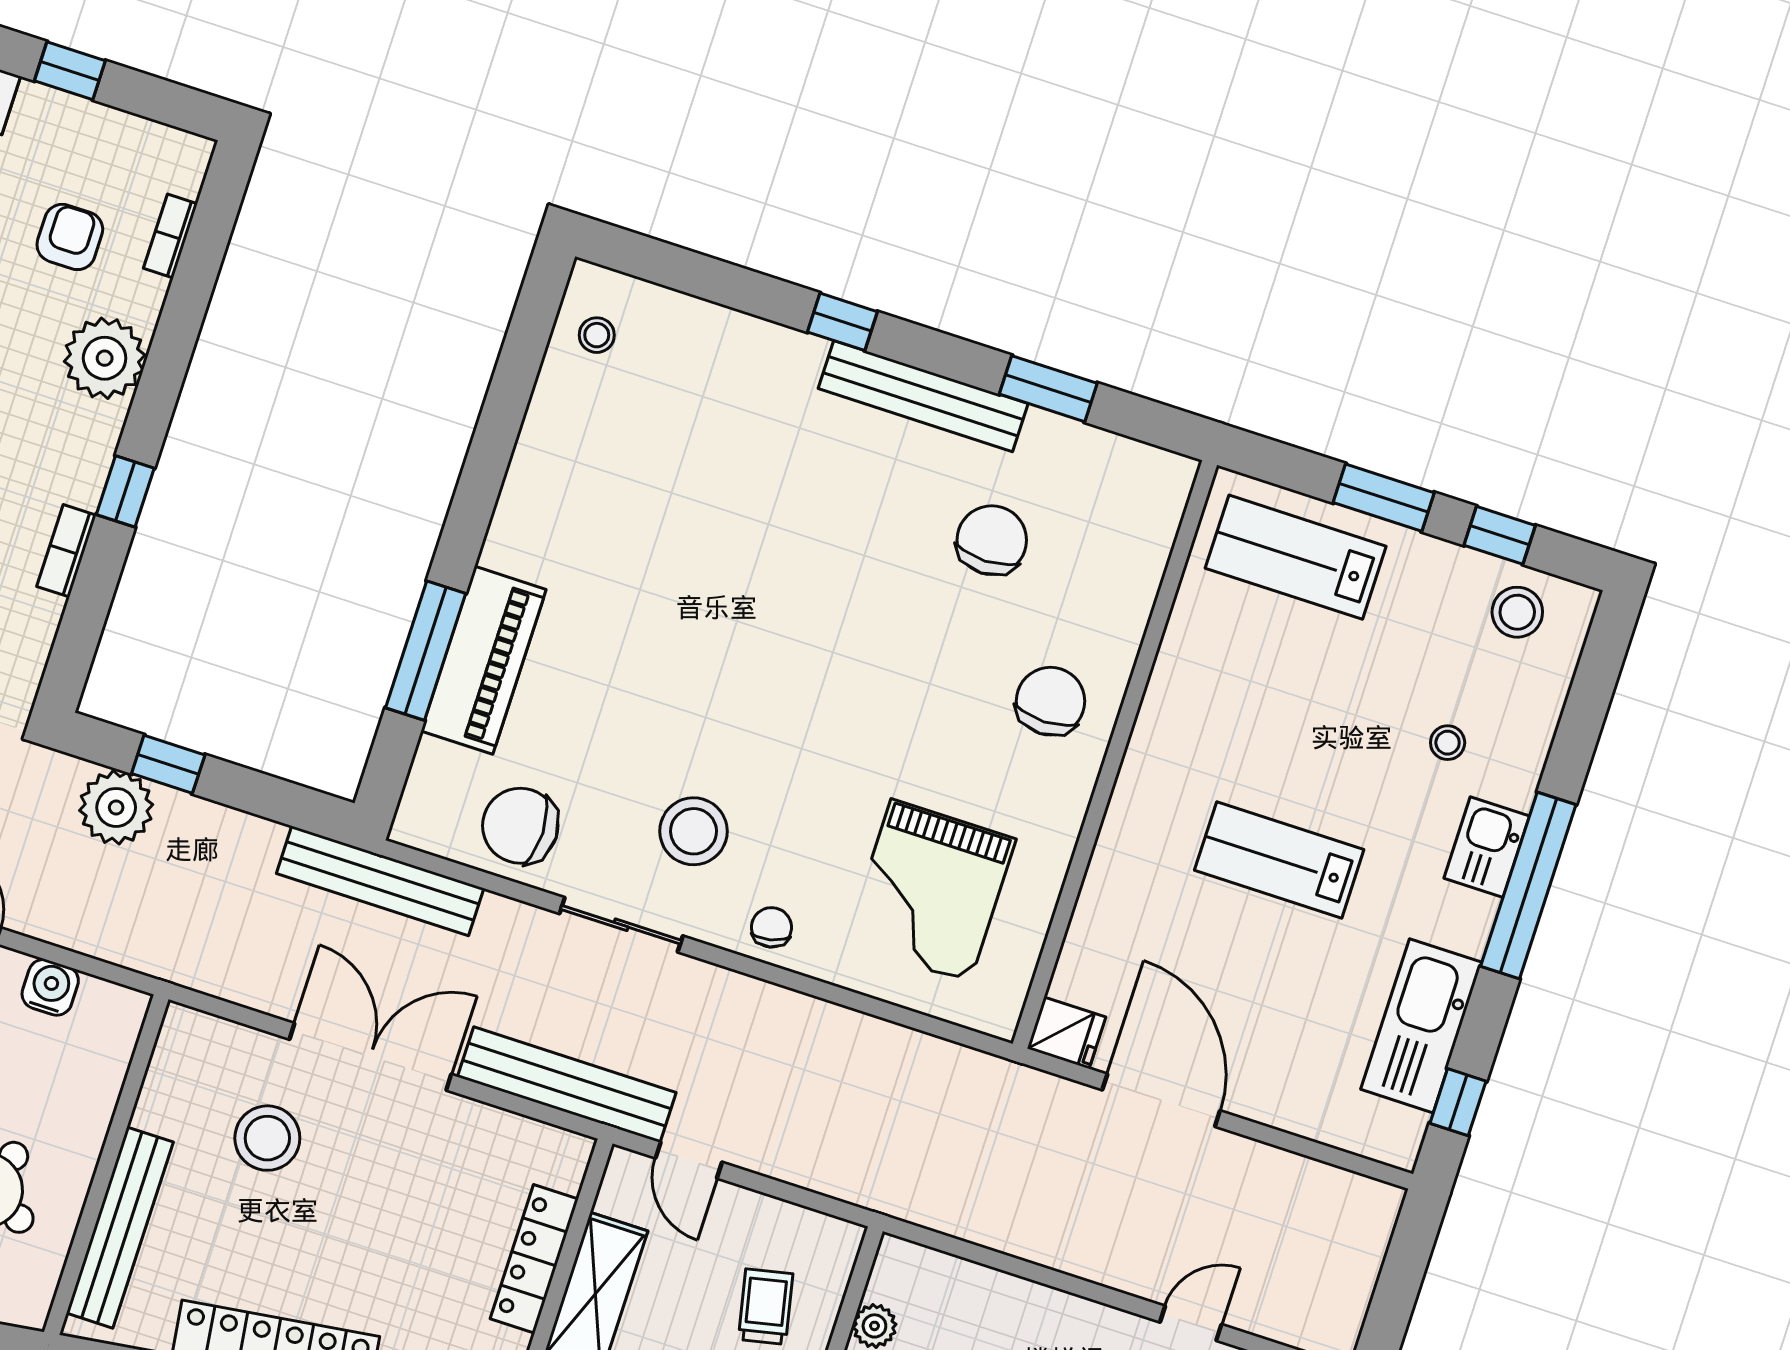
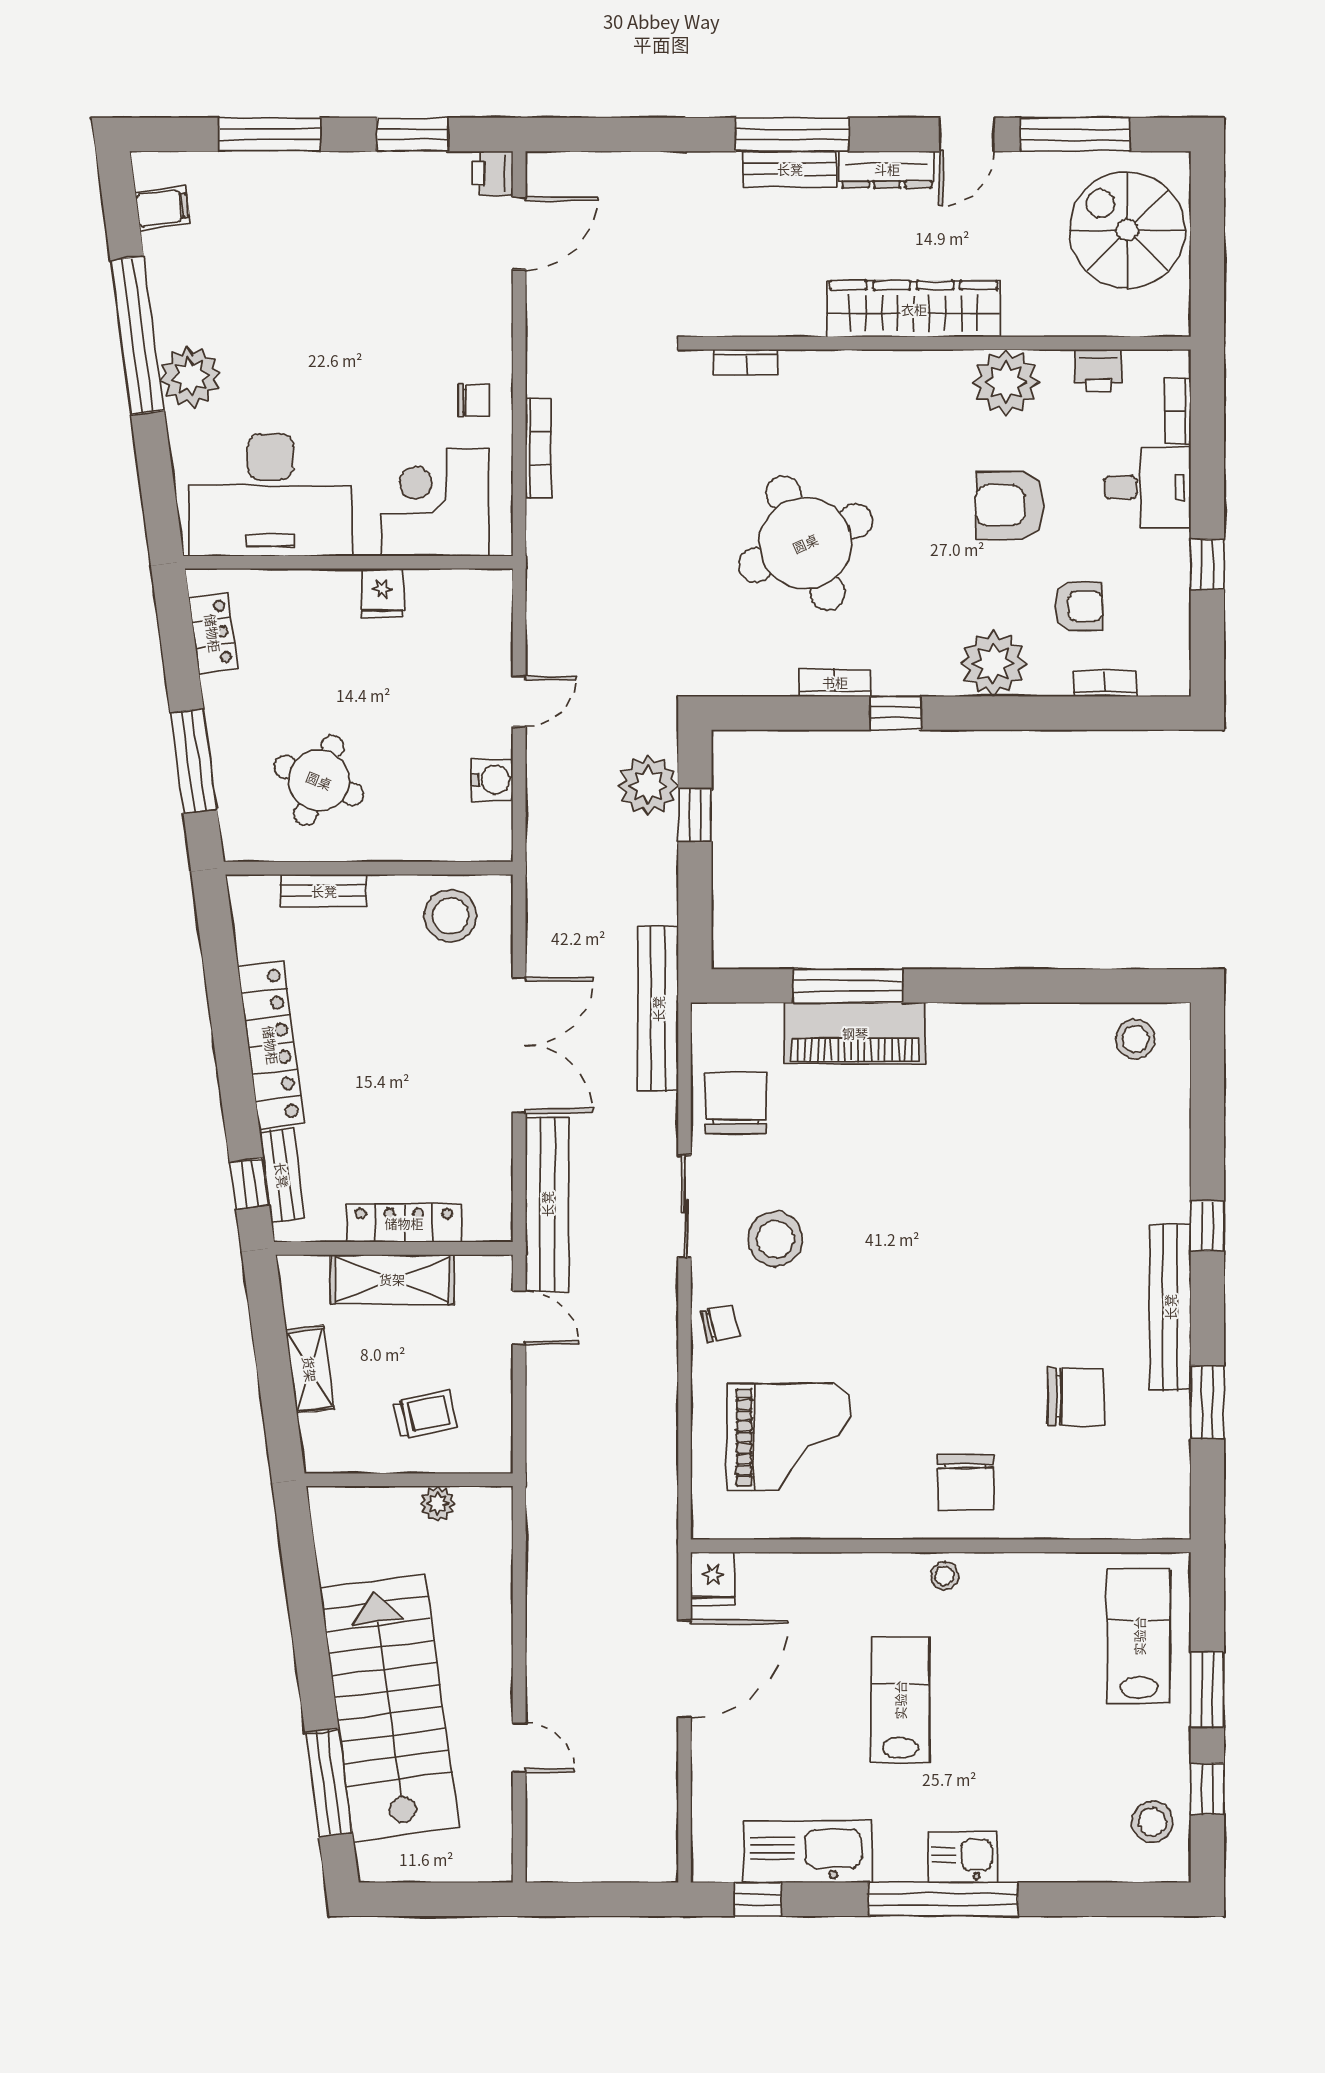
stool: (597, 335) -> (1135, 1039), width x1.37, depth x1.37
chair: (1051, 701) -> (966, 1483), turned 90
stool: (1448, 743) -> (944, 1576), moved
grand piano: (930, 891) -> (789, 1437), turned 180
stool: (267, 1138) -> (450, 916), moved
door: (689, 1160) -> (519, 1318), swing flipped
bench: (120, 1228) -> (324, 891), width x0.54, depth x0.82

